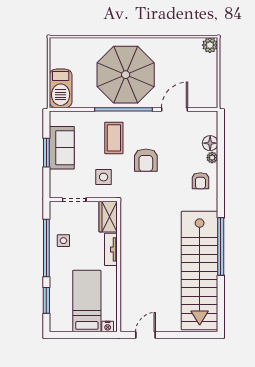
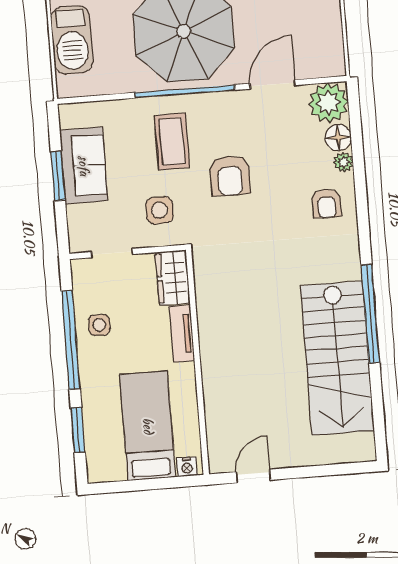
barbecue: (61, 88) -> (72, 40), moved
plant: (206, 123) -> (328, 103), added
stairs: (200, 271) -> (337, 358), width x0.73

